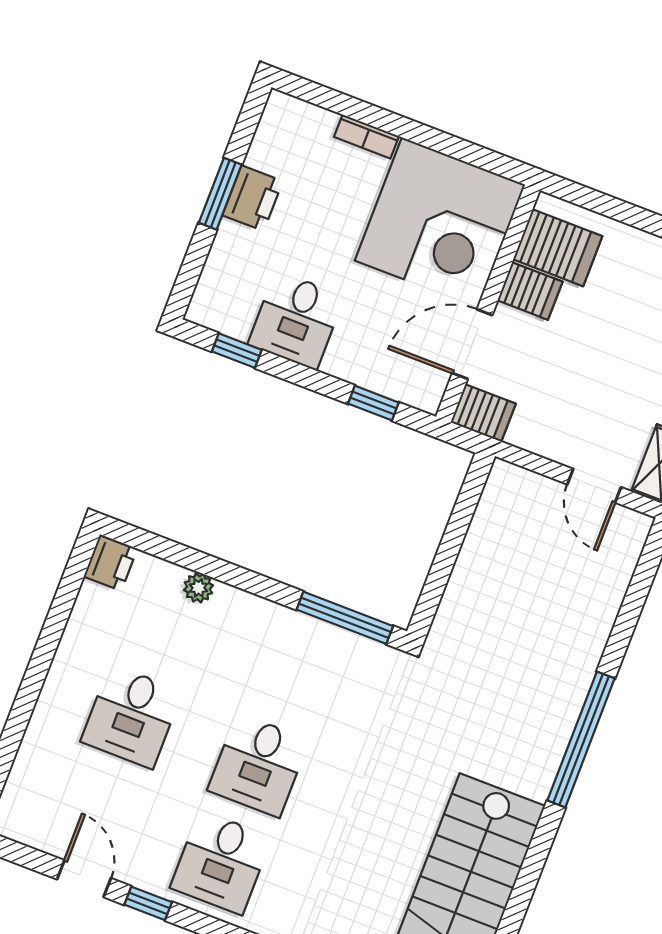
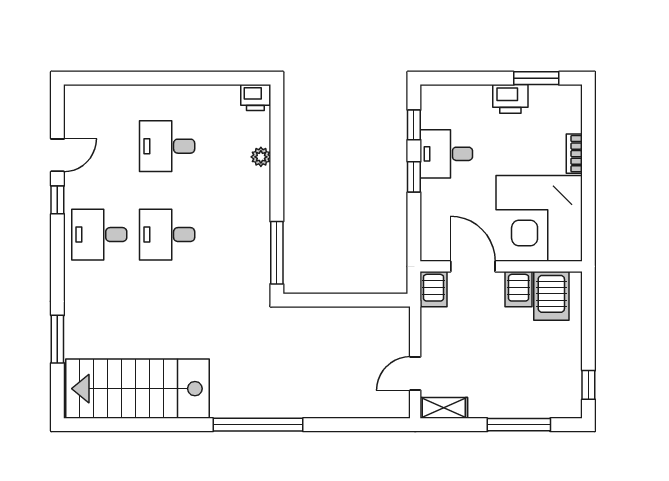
window: (220, 194) -> (536, 78), moved
window: (373, 403) -> (414, 177), moved

